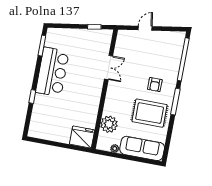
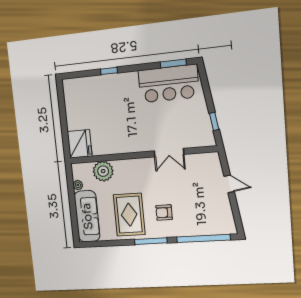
bar counter: (52, 72) -> (168, 84), moved

